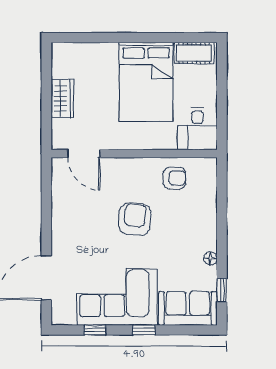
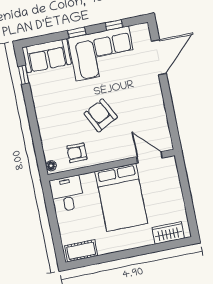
bed: (146, 82) -> (121, 197), moved, turned 180
wardrobe: (62, 98) -> (168, 233), moved, turned 90
armchair: (135, 219) -> (101, 115), turned 147
floor lamp: (210, 258) -> (51, 166), moved

